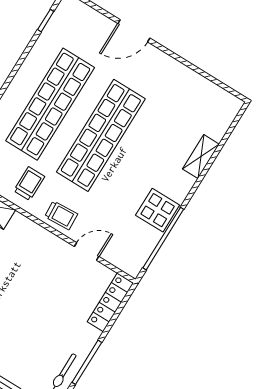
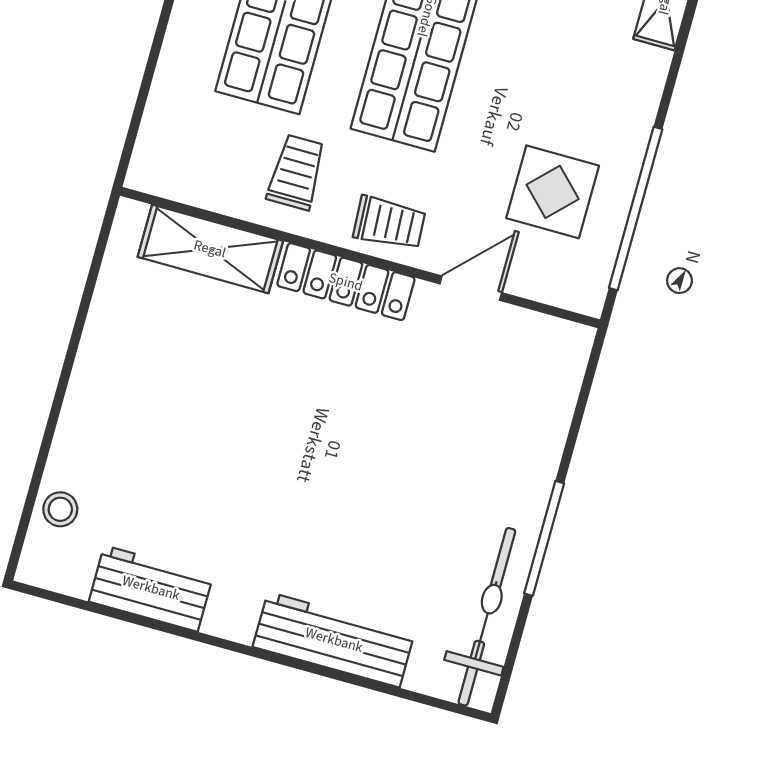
display table: (158, 210) -> (553, 192), moved
locker: (110, 302) -> (346, 282), moved, turned -90

